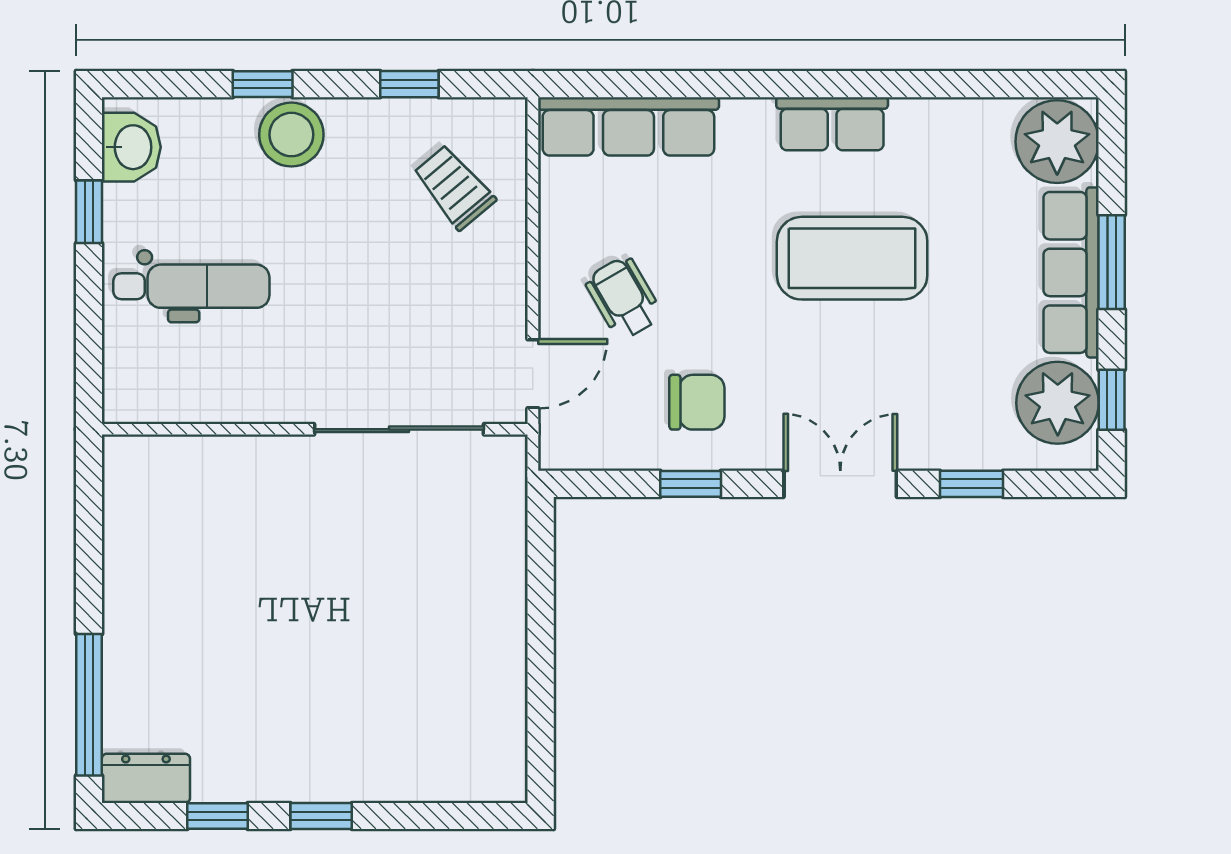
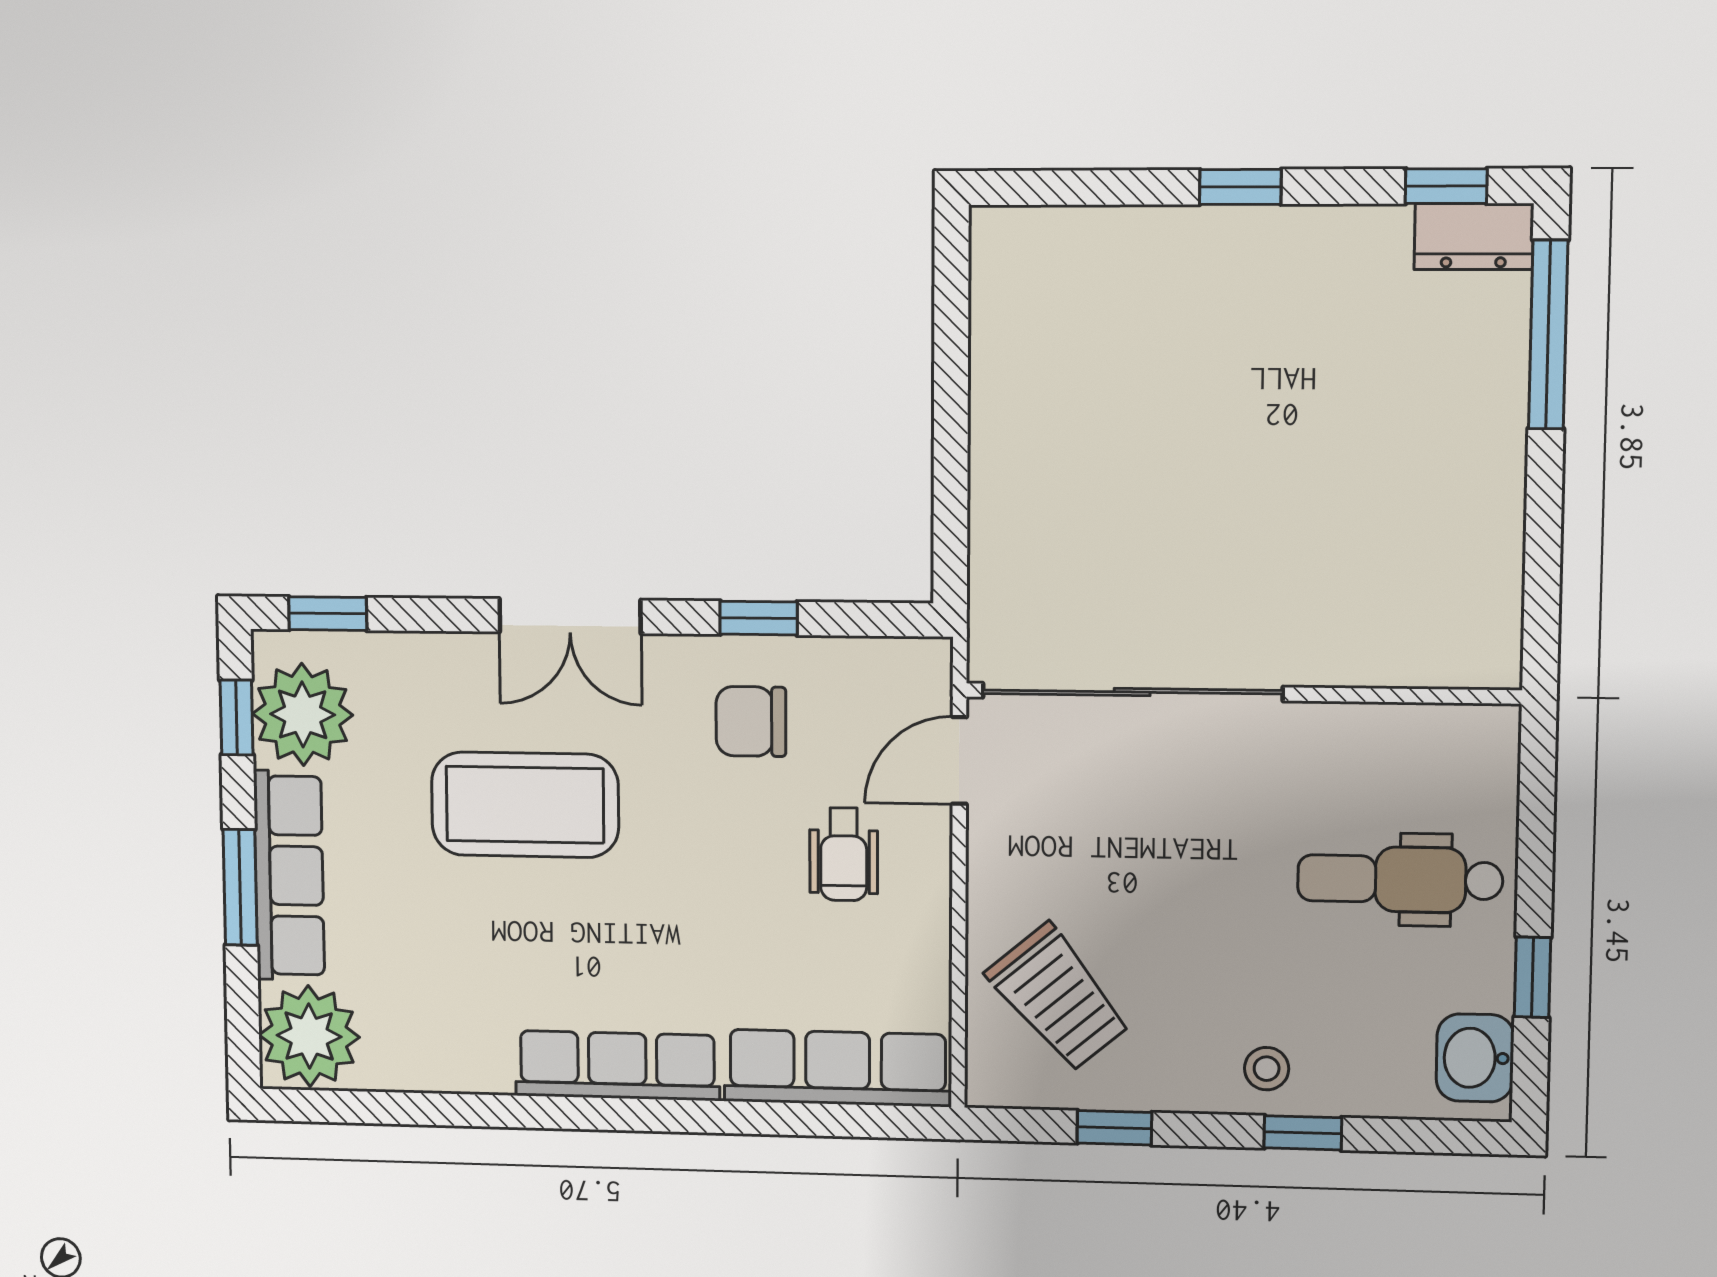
row of seats: (832, 124) -> (617, 1066), width x1.48
stool: (291, 135) -> (1267, 1069), width x0.53, depth x0.53
trolley: (454, 187) -> (1058, 998), width x1.36, depth x1.39
coffee table: (852, 258) -> (525, 805), moved
wheelchair: (624, 298) -> (844, 854), turned 30
sliding door: (399, 429) -> (1132, 692), width x1.36
window: (971, 484) -> (328, 614), moved
window: (218, 816) -> (1446, 186), moved

